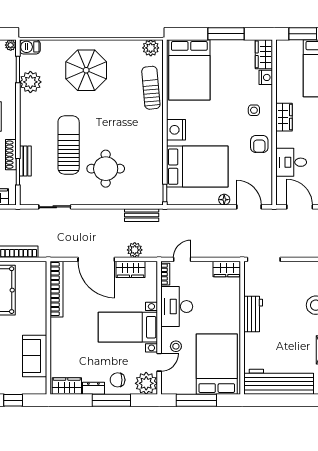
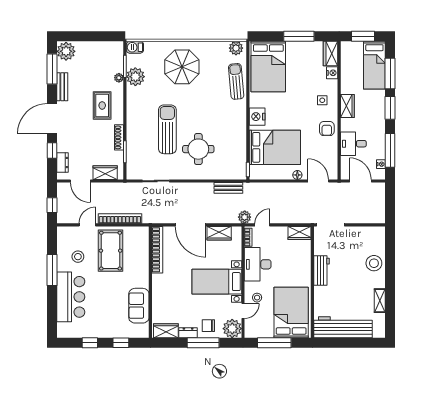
plant: (11, 45) -> (119, 78), moved
bench: (25, 161) -> (131, 143), removed
plant: (135, 250) -> (245, 217), moved

